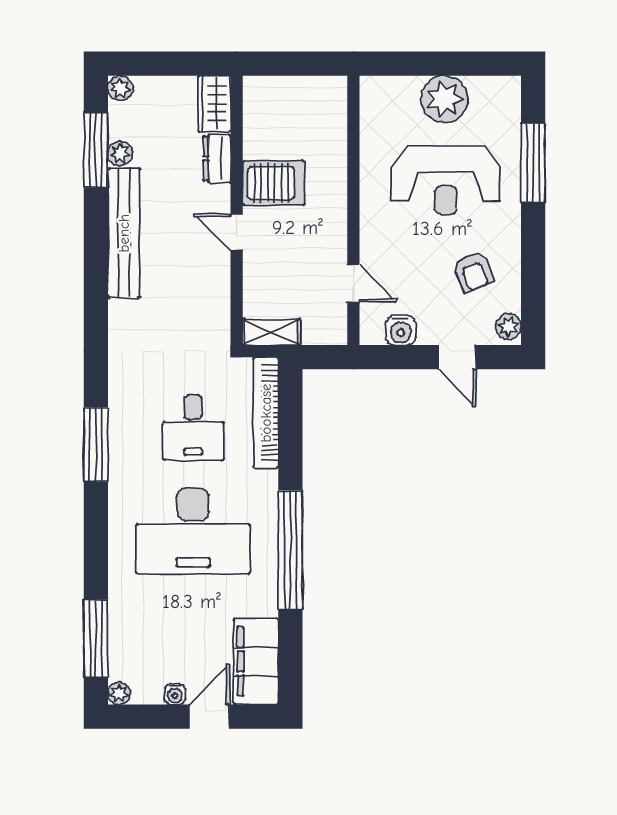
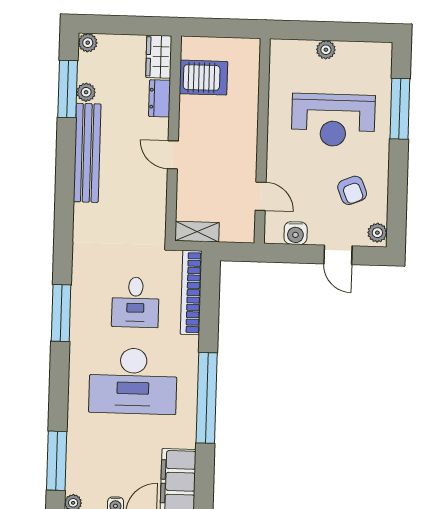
plant: (444, 99) -> (326, 50), width x0.53, depth x0.53
server rack: (274, 183) -> (203, 78), moved

